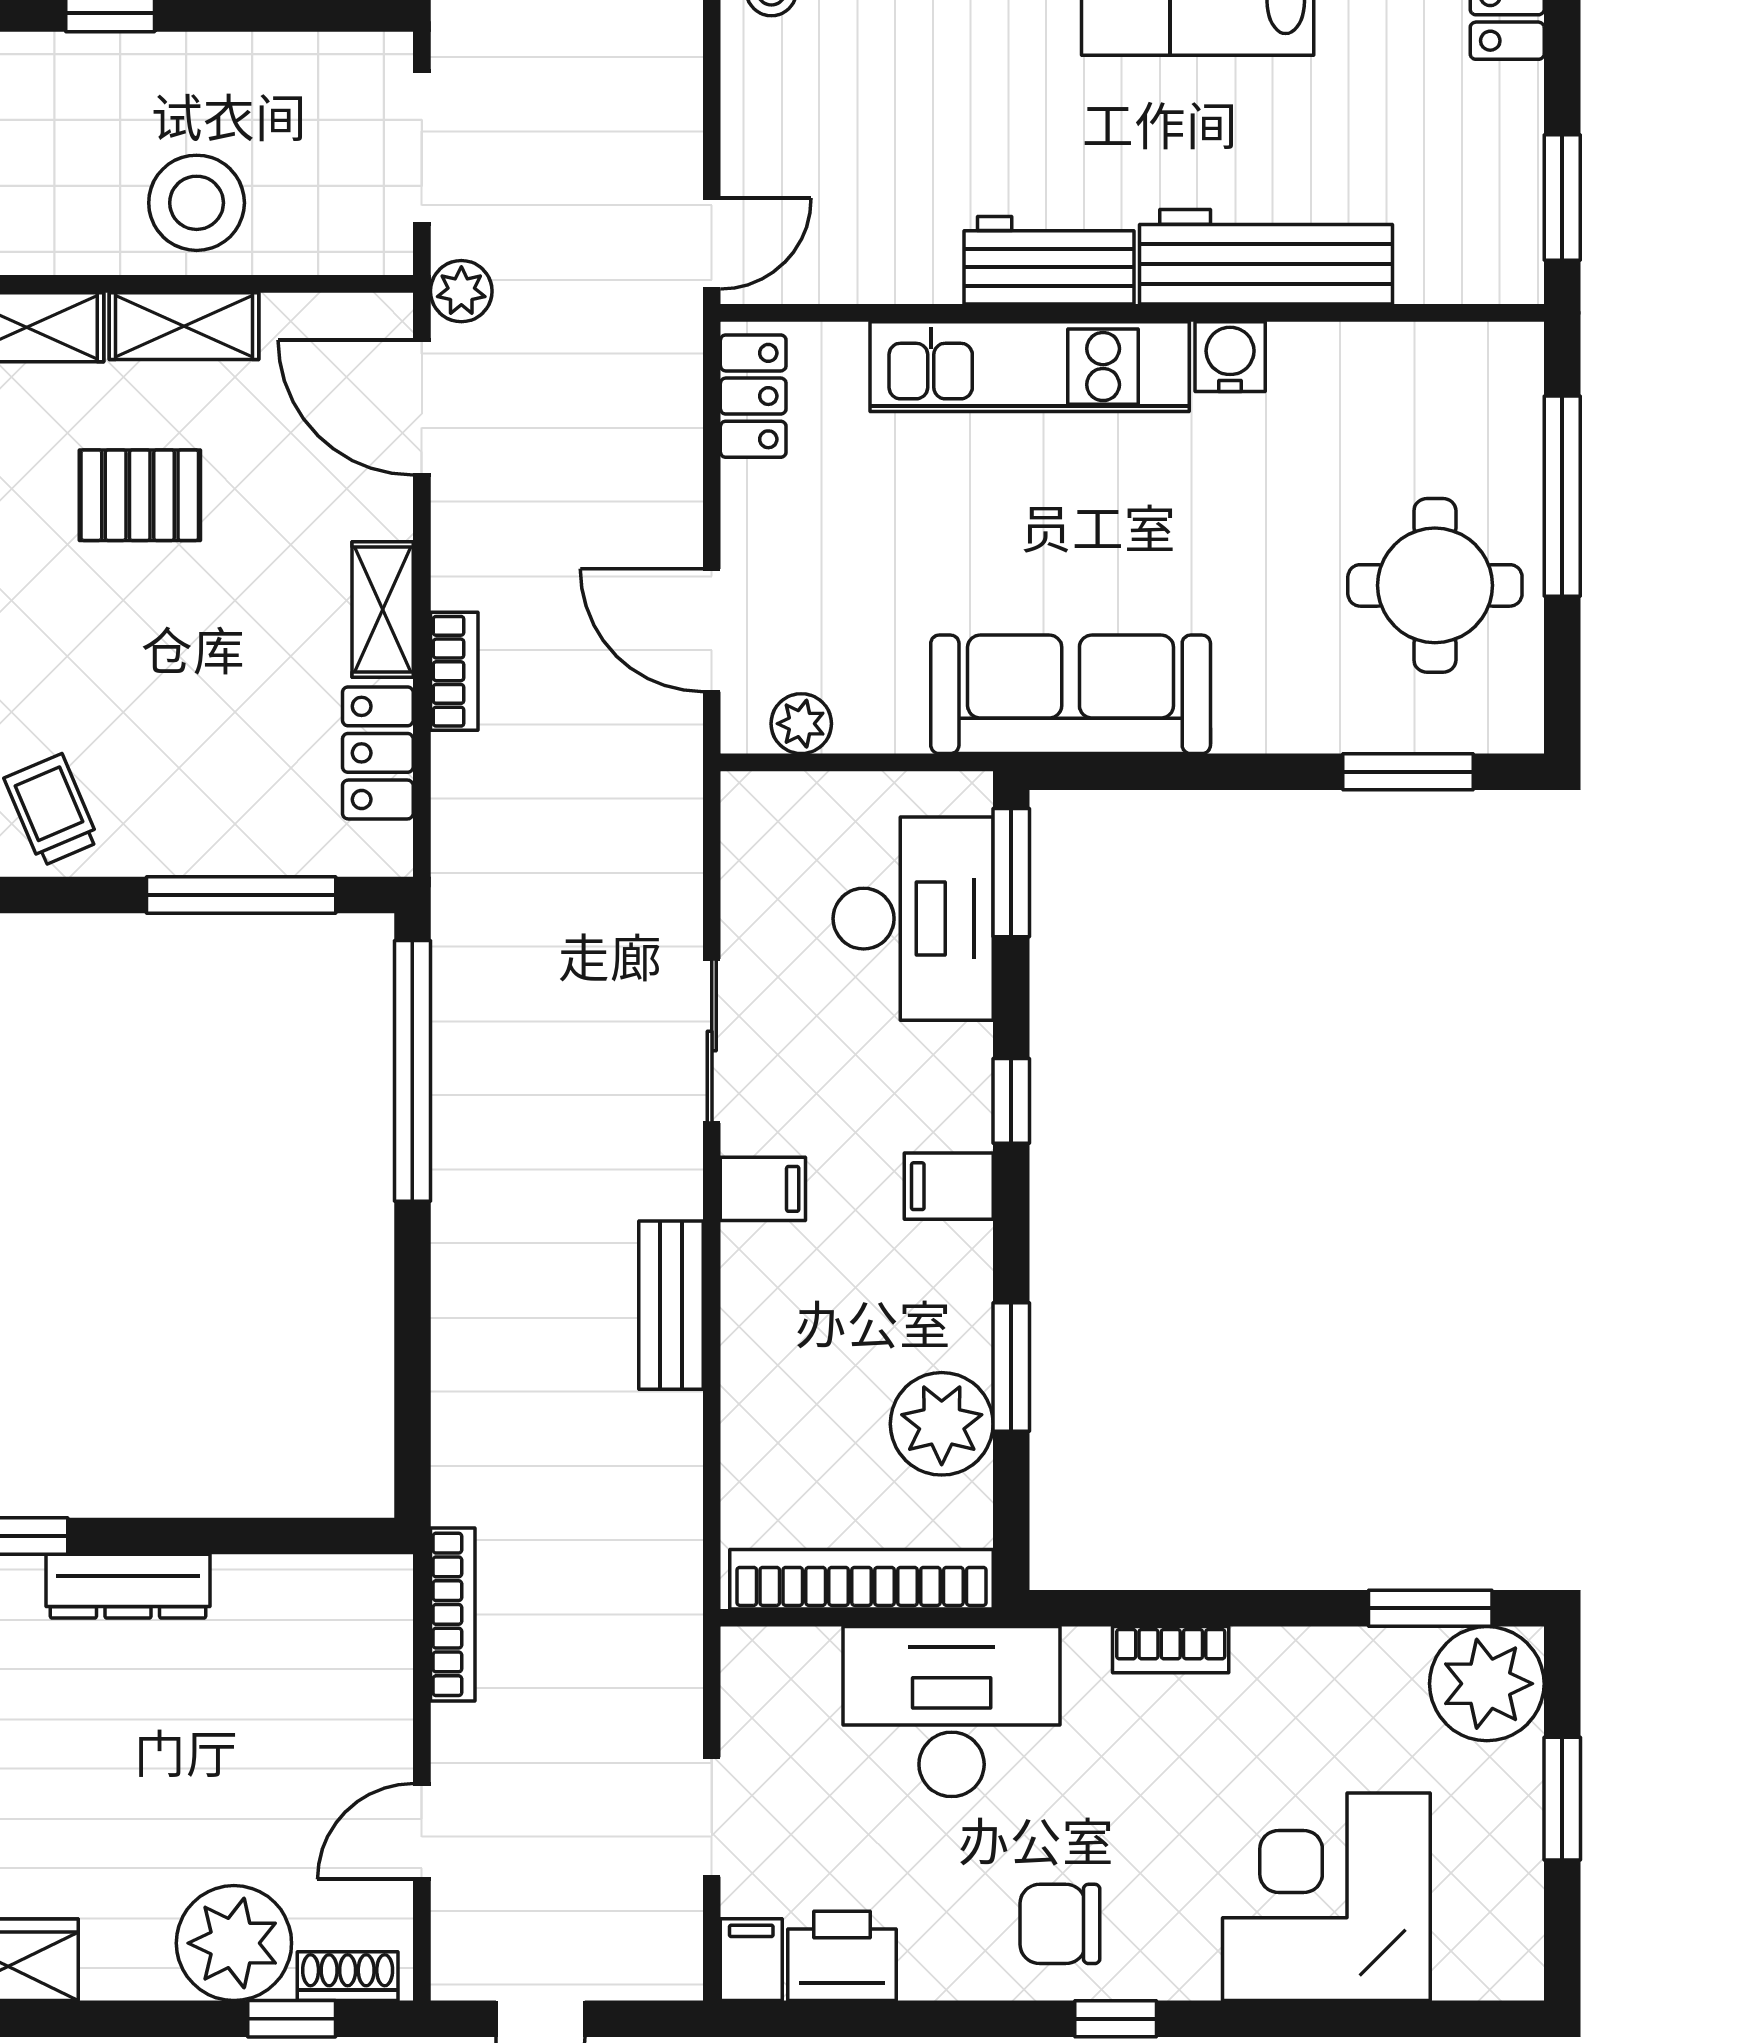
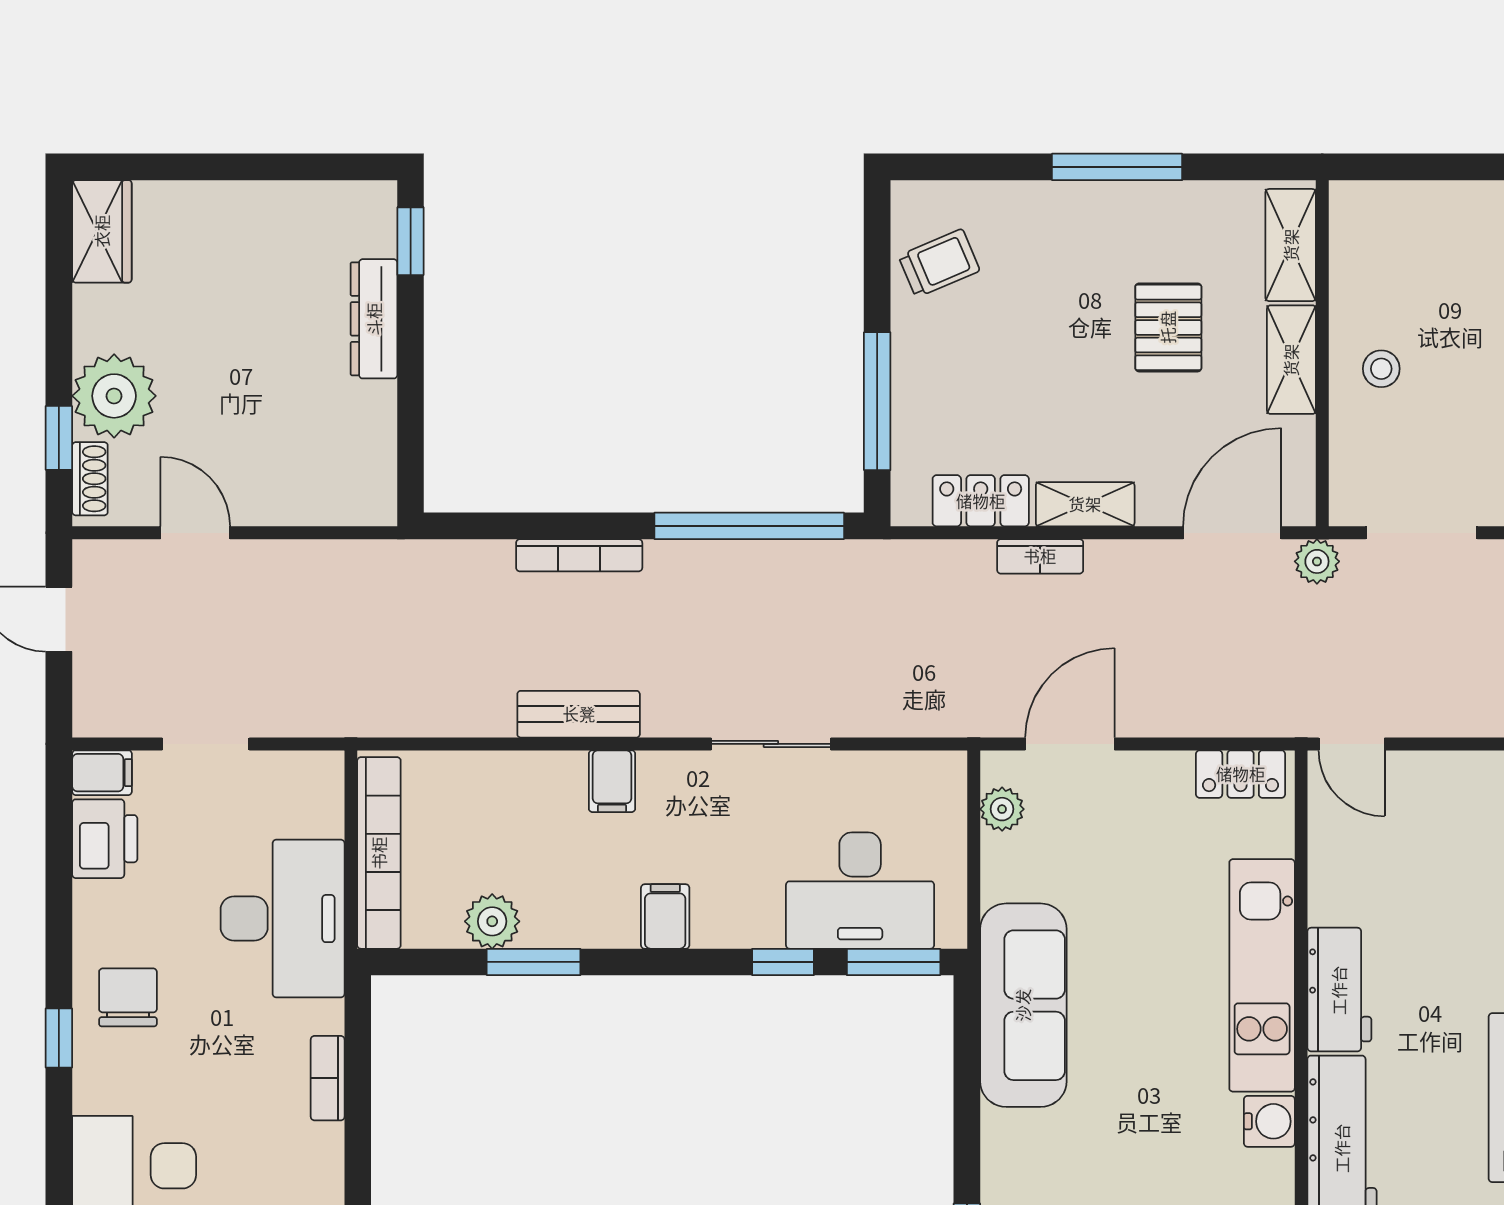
stool: (197, 203) -> (1381, 369), width x0.53, depth x0.53
window: (1011, 1101) -> (783, 962), moved
filing cabinet: (763, 1189) -> (612, 781), moved
plant: (942, 1424) -> (492, 921), width x0.73, depth x0.73
bookcase: (453, 1614) -> (579, 555), moved

